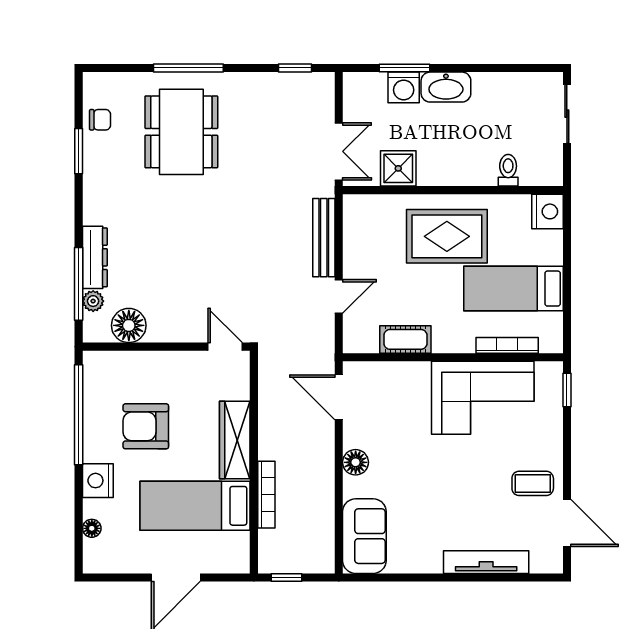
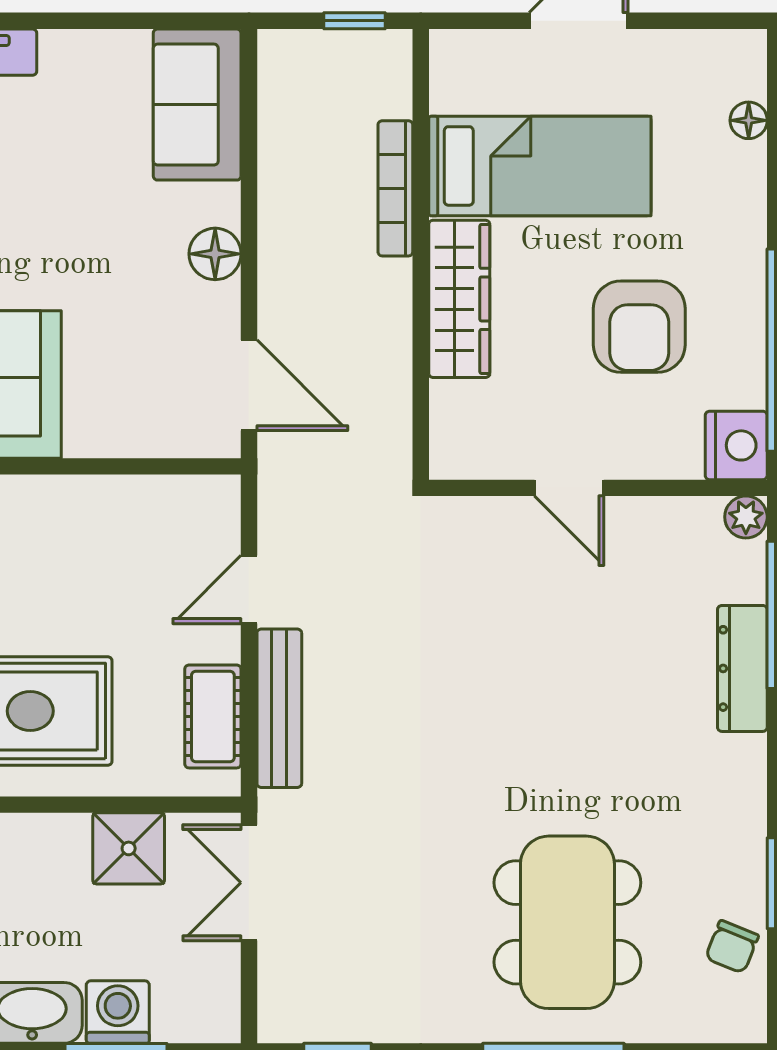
chair: (100, 120) -> (732, 947), turned -68
plant: (93, 301) -> (746, 517), moved
floor lamp: (129, 325) -> (674, 531), removed
cot: (405, 339) -> (213, 716), moved, turned 90
door: (225, 347) -> (569, 488), moved
armchair: (146, 426) -> (639, 327), turned 90
nightstand: (98, 481) -> (736, 445), moved

